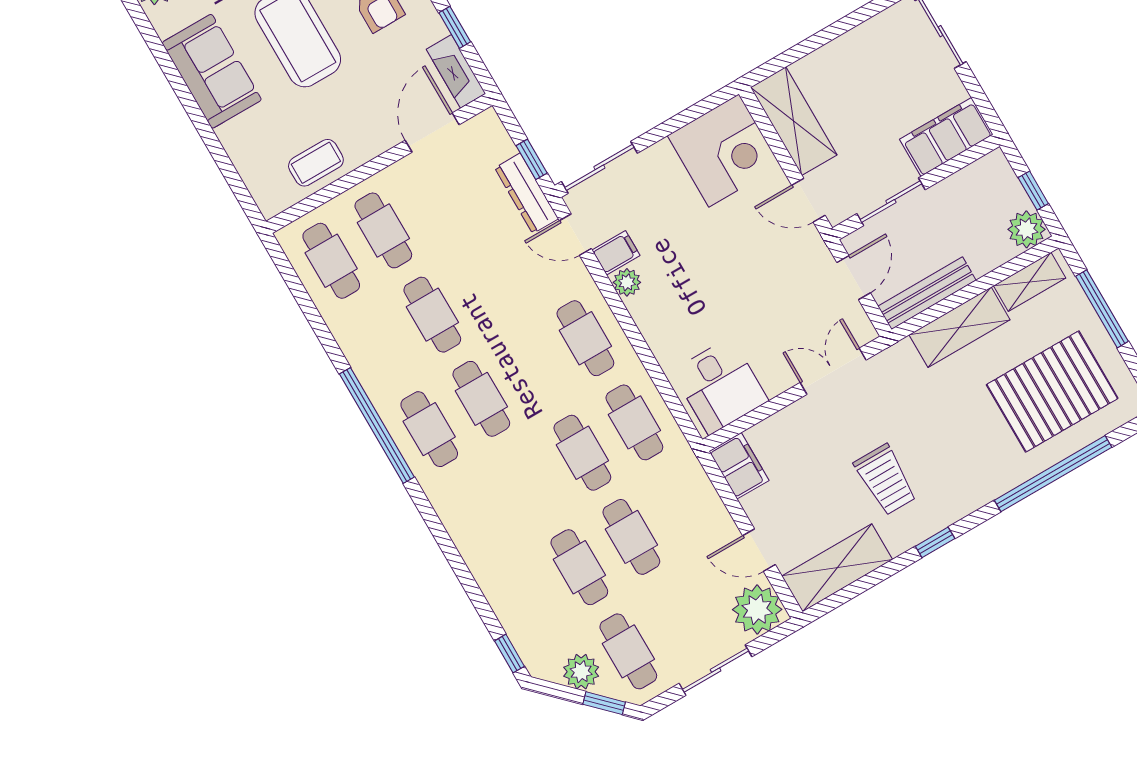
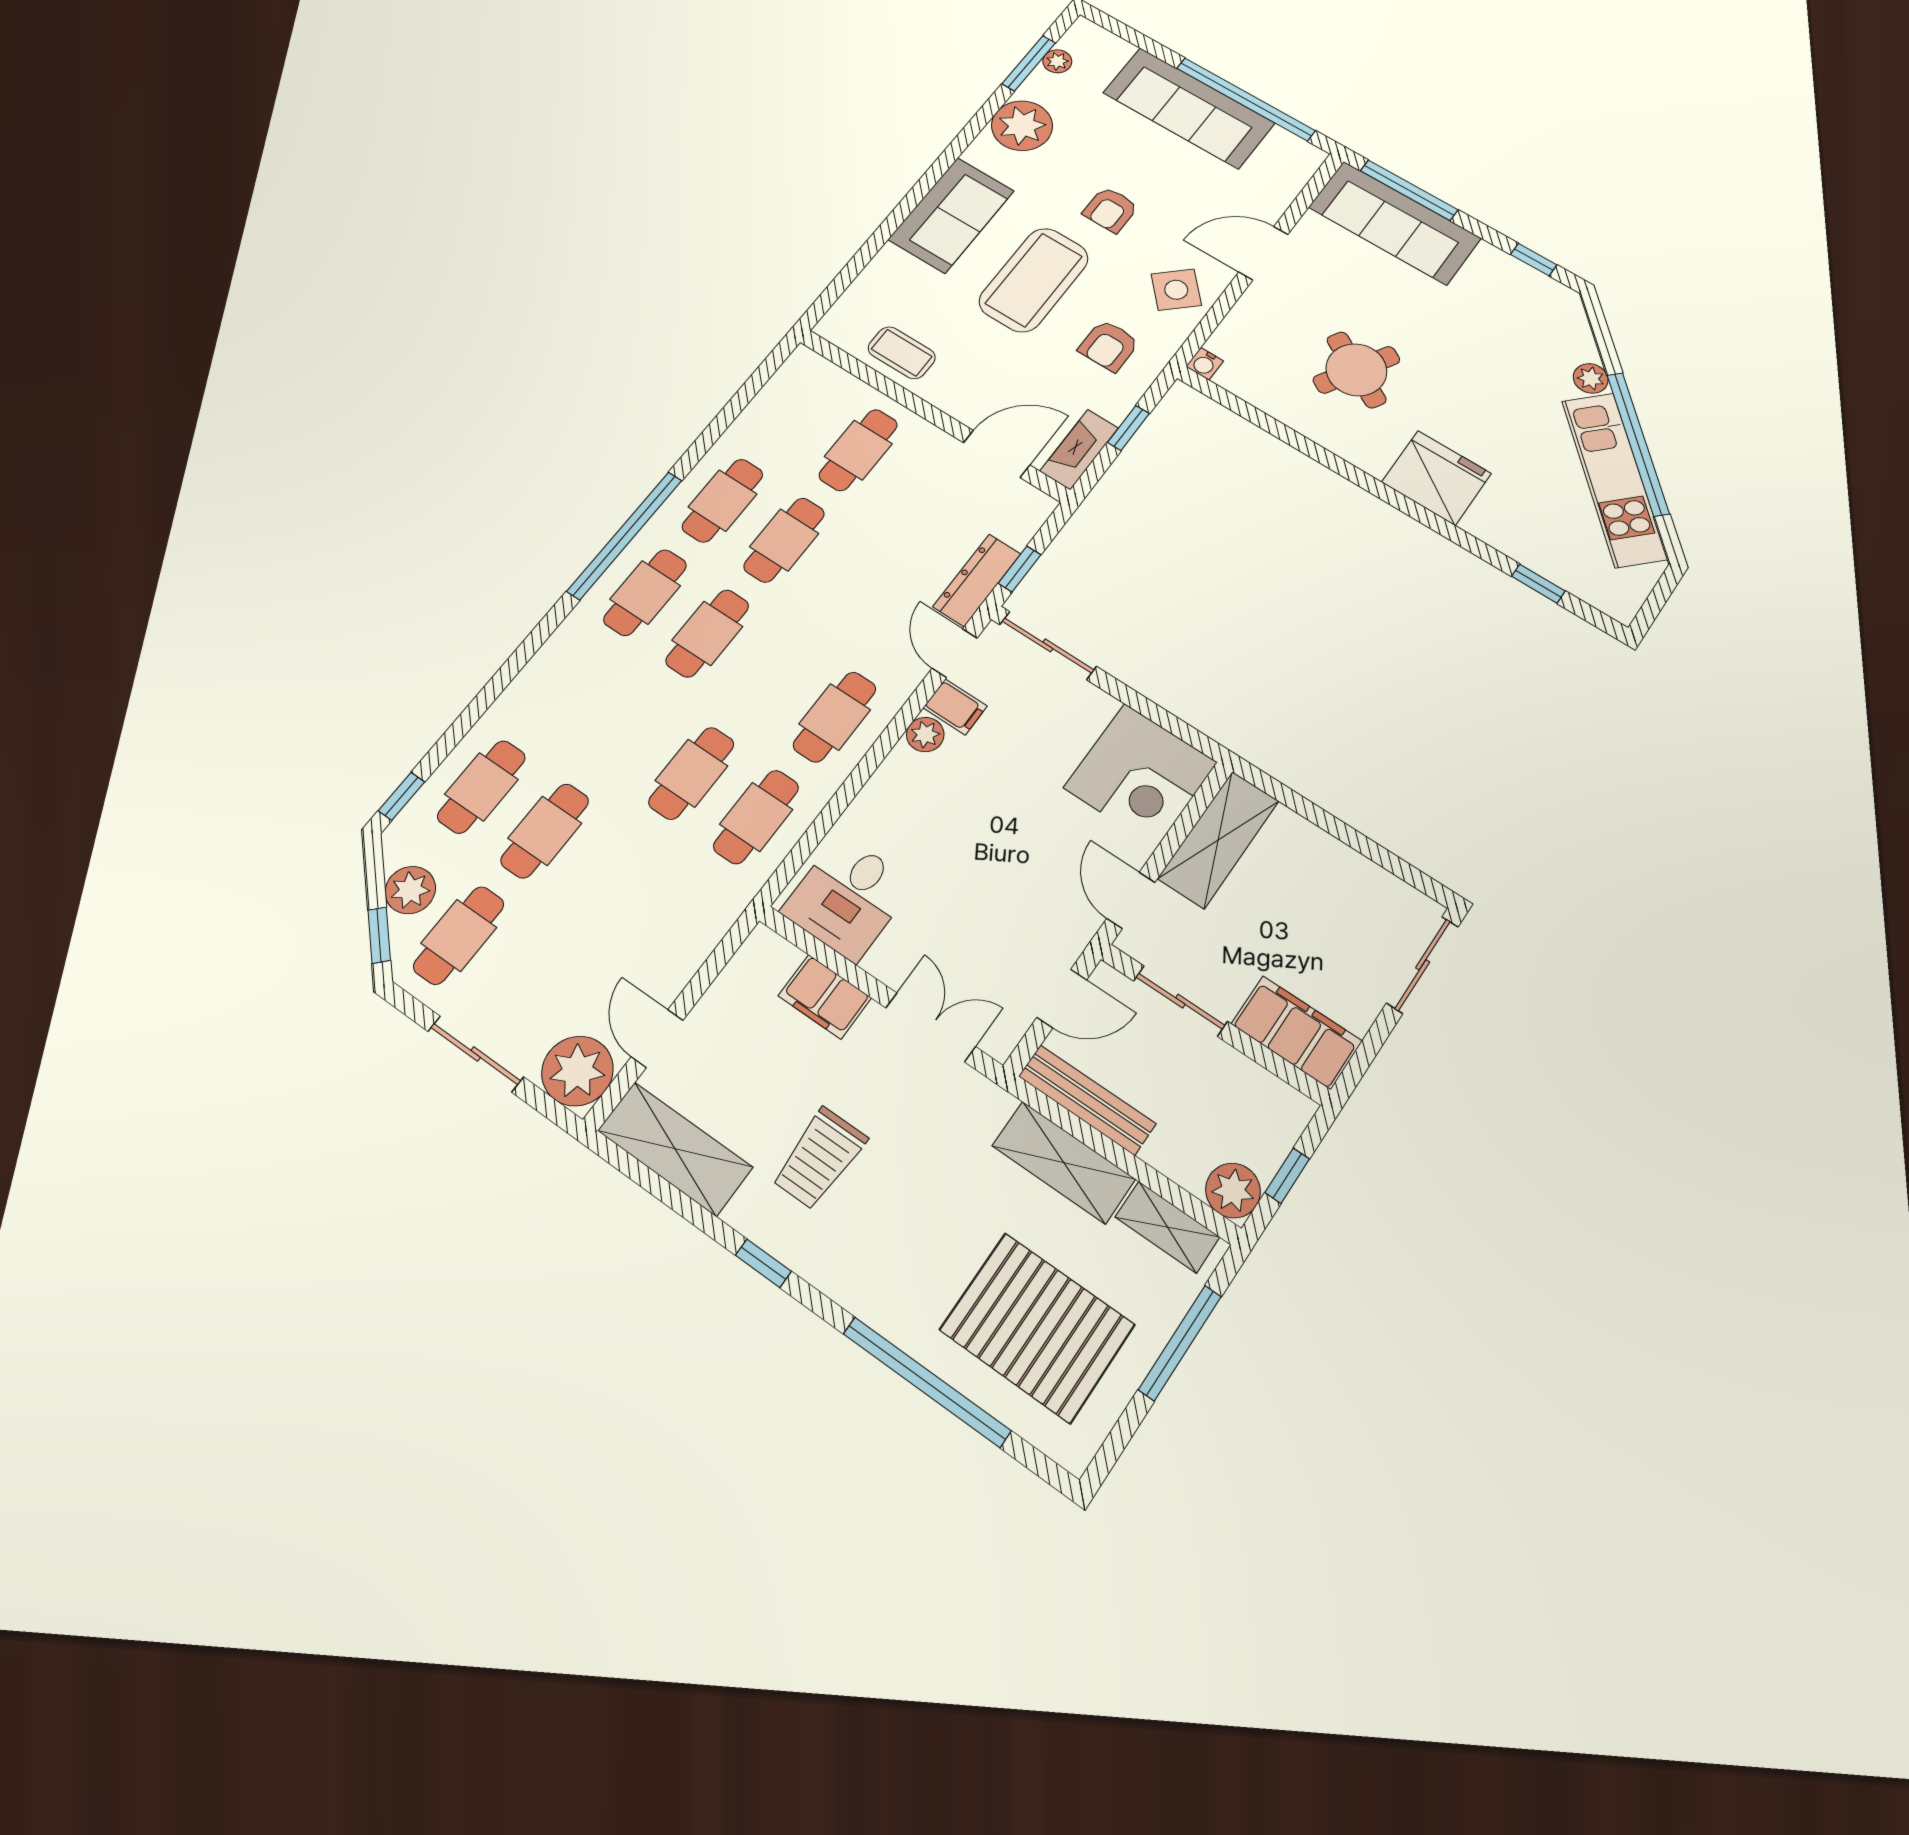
cafe table: (331, 261) -> (723, 501), moved
filing cabinet: (739, 466) -> (825, 997), moved, turned 90
cafe table: (631, 537) -> (481, 787), moved

